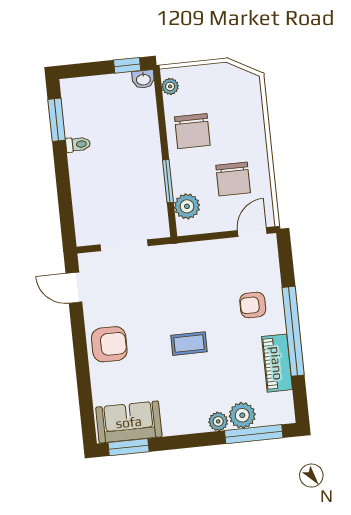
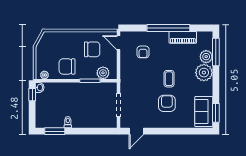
chair: (192, 131) -> (67, 66), turned 180
armchair: (253, 305) -> (143, 52), moved
armchair: (109, 344) -> (167, 103), moved
plant: (218, 421) -> (204, 73), width x1.88, depth x1.88

